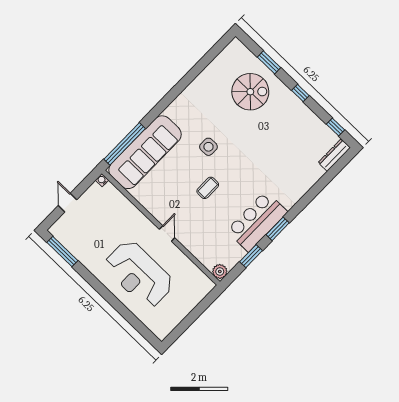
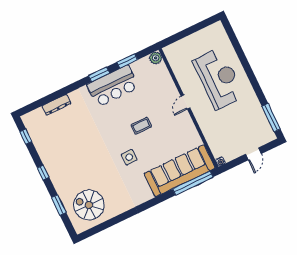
spiral stairs: (250, 92) -> (89, 205), moved
dresser: (334, 155) -> (56, 105), moved

